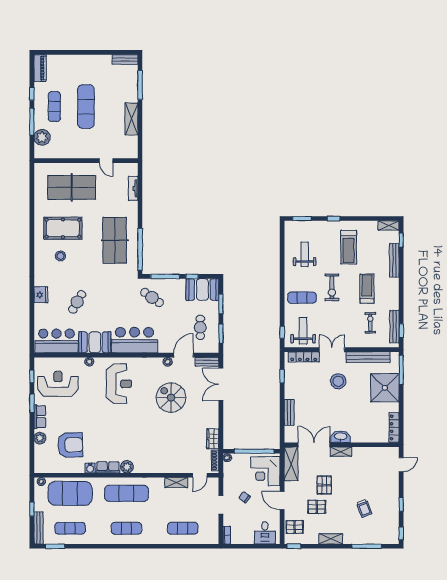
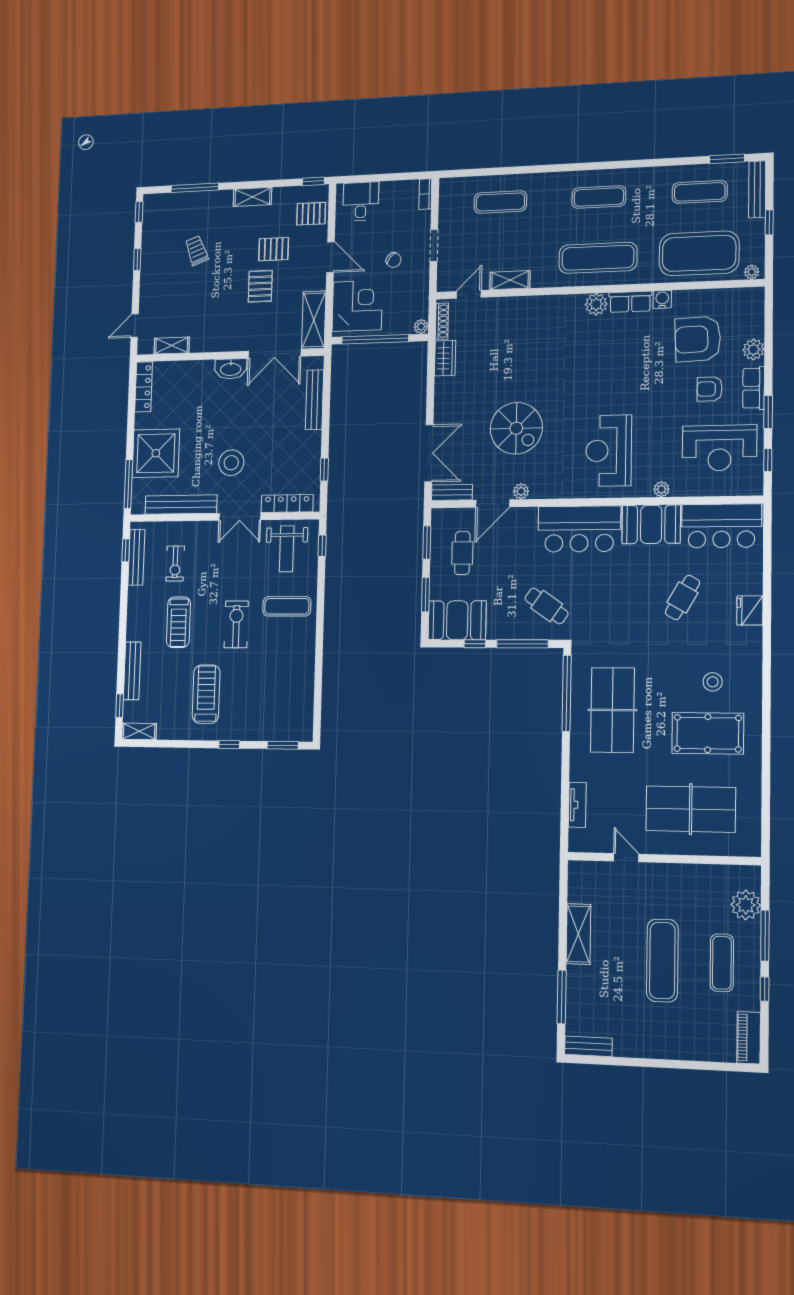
weight bench: (305, 254) -> (280, 682), removed
bench: (289, 412) -> (315, 400), width x1.36
armchair: (64, 417) -> (710, 389), added
shelving: (341, 452) -> (172, 346), moved

